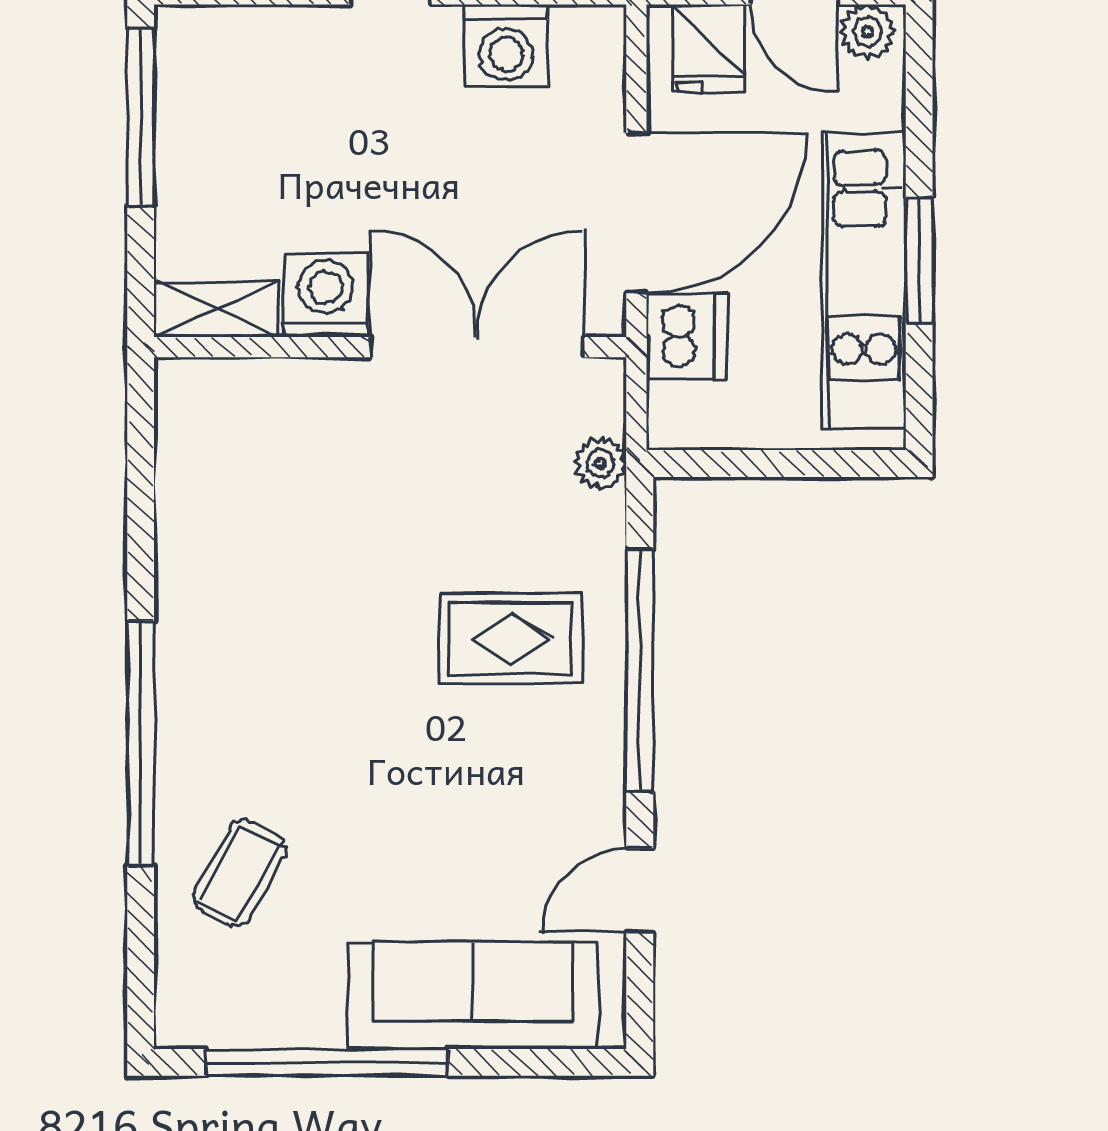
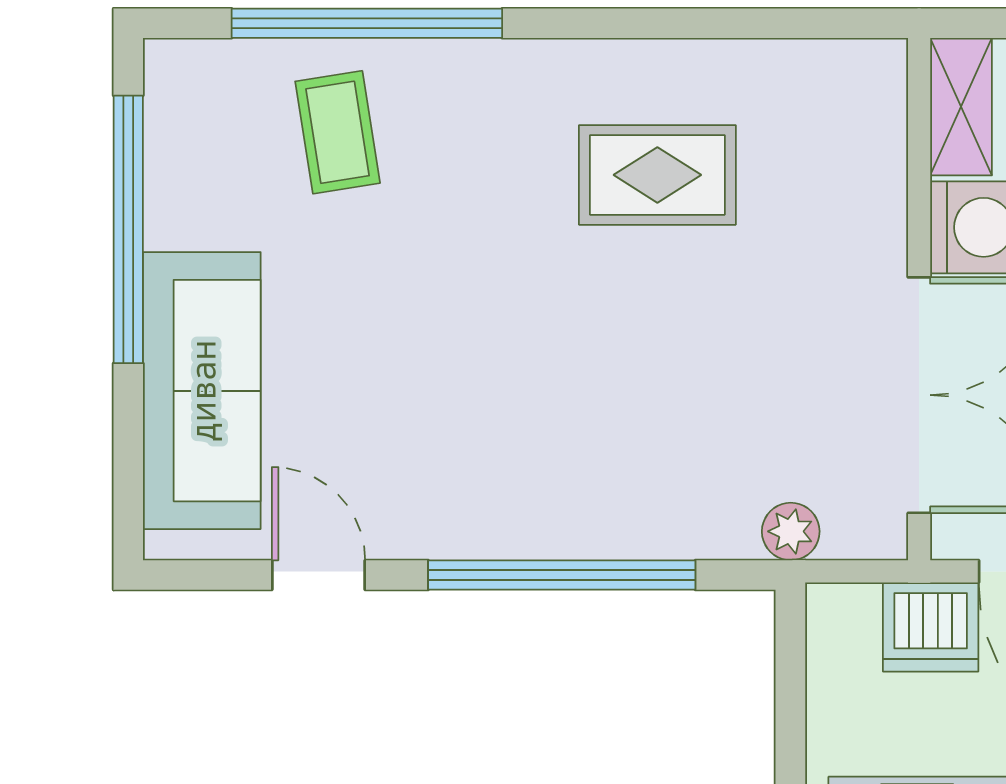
rug: (511, 638) -> (657, 175), moved, turned 90
window: (141, 743) -> (367, 23), moved
coffee table: (239, 873) -> (338, 132), turned 52

